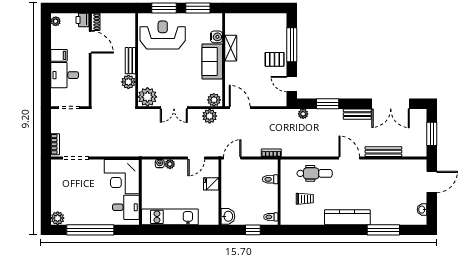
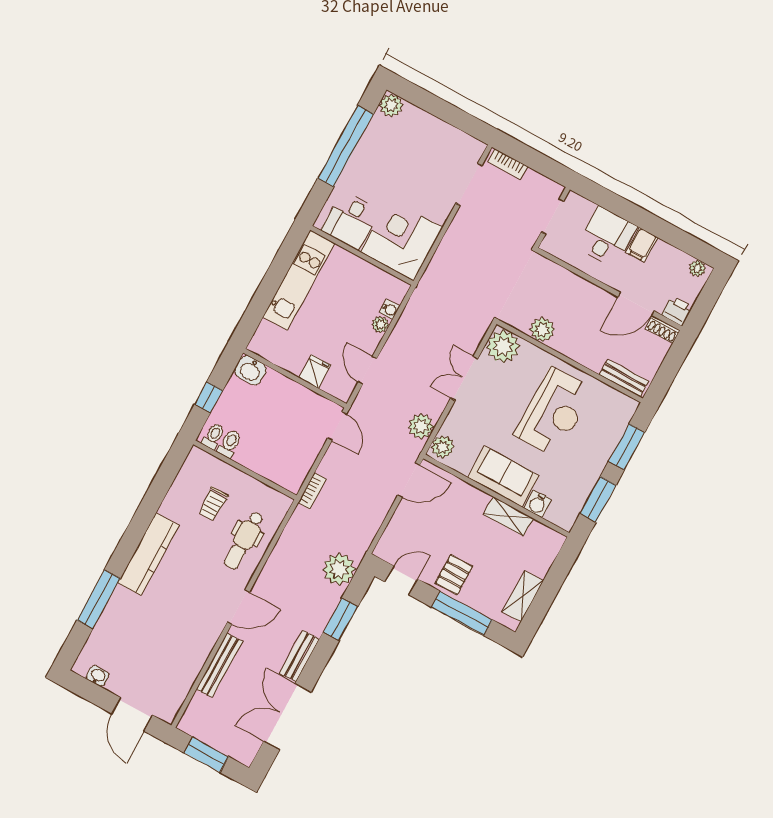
shelving: (267, 19) -> (523, 596), added
reception desk: (163, 35) -> (554, 412), moved
bench: (130, 61) -> (624, 378), moved
plant: (303, 114) -> (339, 569), width x1.87, depth x1.87
toilet: (270, 179) -> (230, 444), moved

